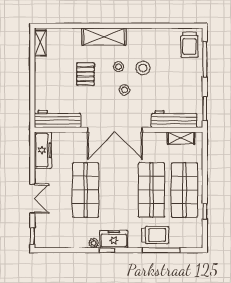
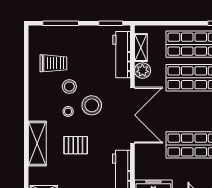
shelving: (104, 37) -> (37, 144), moved
trolley: (189, 45) -> (53, 63), moved
stool: (124, 90) -> (92, 105), width x1.89, depth x1.89
plant: (158, 140) -> (142, 71), added

